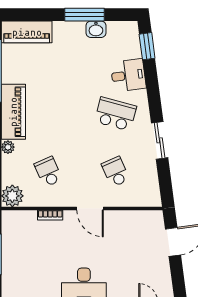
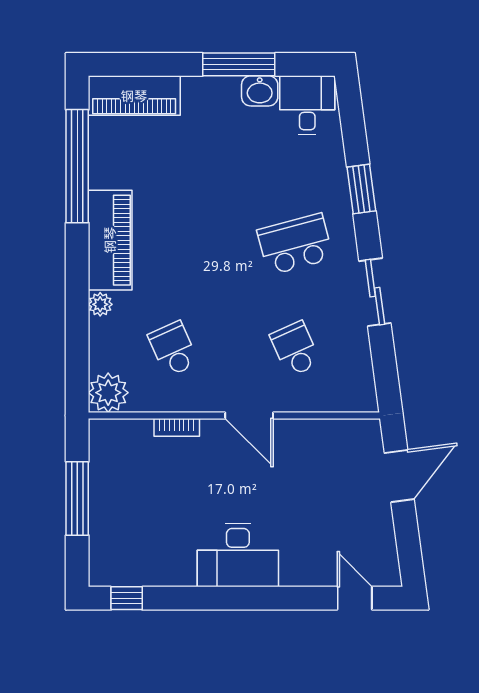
window: (147, 46) -> (361, 189), moved
desk: (128, 75) -> (307, 105), moved, turned -82
school desk: (116, 114) -> (295, 244), turned -30

